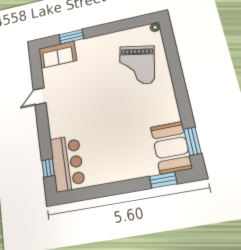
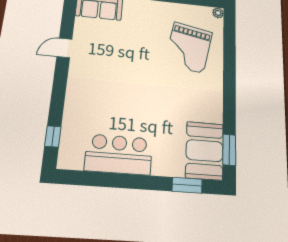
bar counter: (67, 163) -> (119, 154), moved, turned -90

